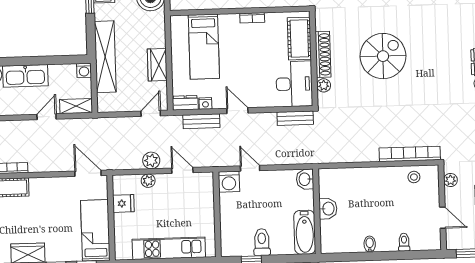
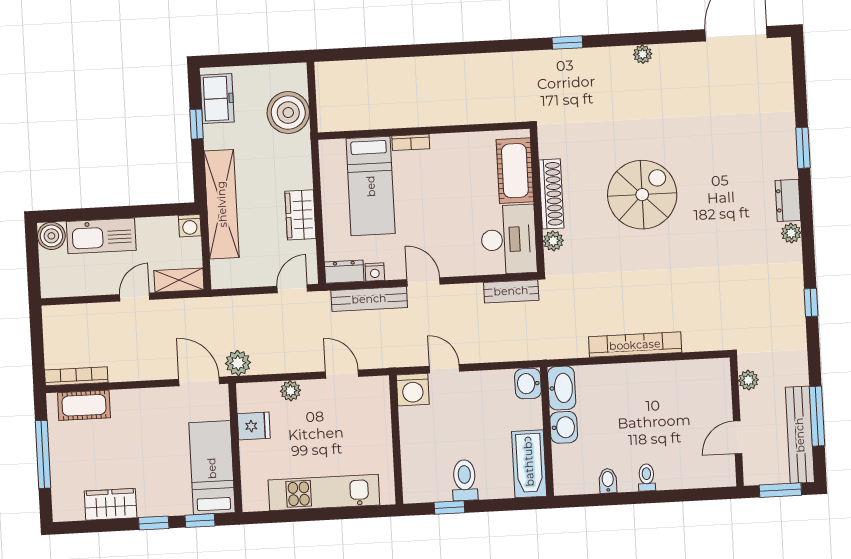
bookcase: (252, 18) -> (411, 142), moved
bench: (201, 121) -> (369, 299), width x1.36
bookcase: (410, 154) -> (635, 345), moved
plant: (151, 160) -> (238, 363), moved
stool: (414, 177) -> (693, 377), removed
washbasin: (327, 183) -> (562, 388), added
door: (443, 218) -> (738, 437), swing flipped
toilet: (404, 242) -> (647, 477), moved
bidet: (370, 244) -> (608, 481), moved

